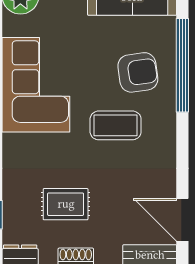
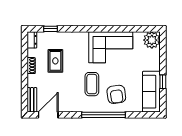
window: (182, 65) -> (104, 115), moved

